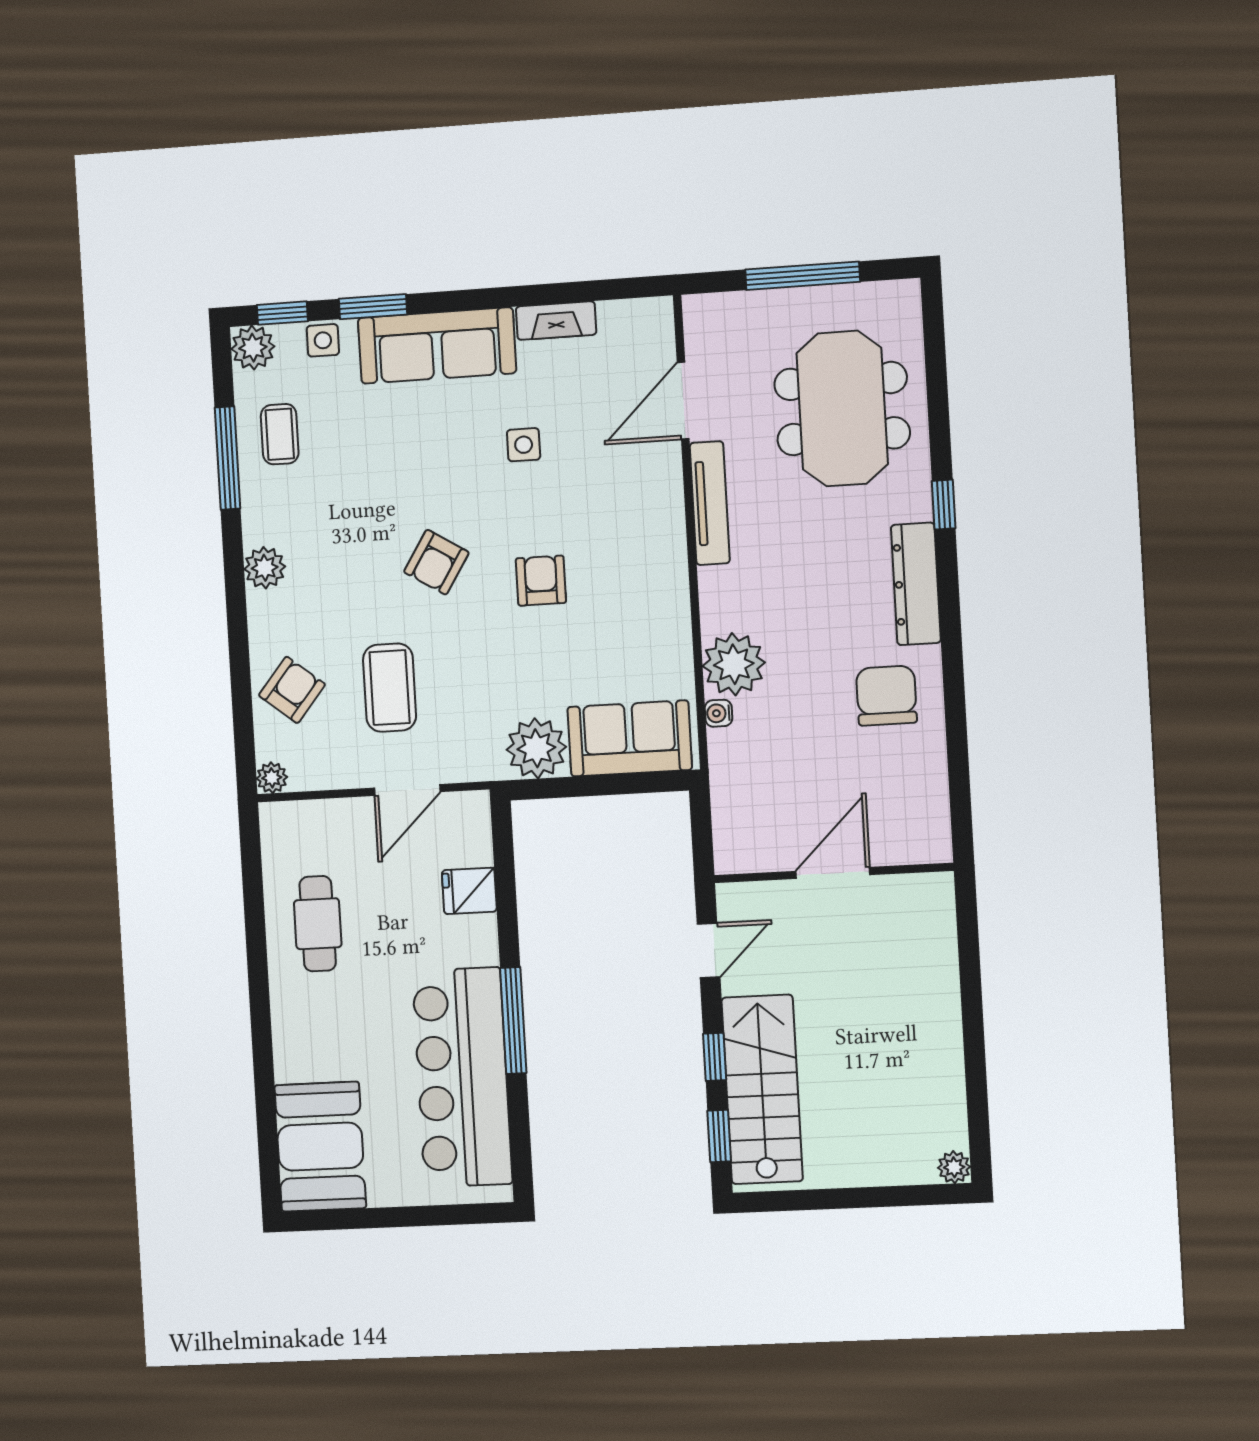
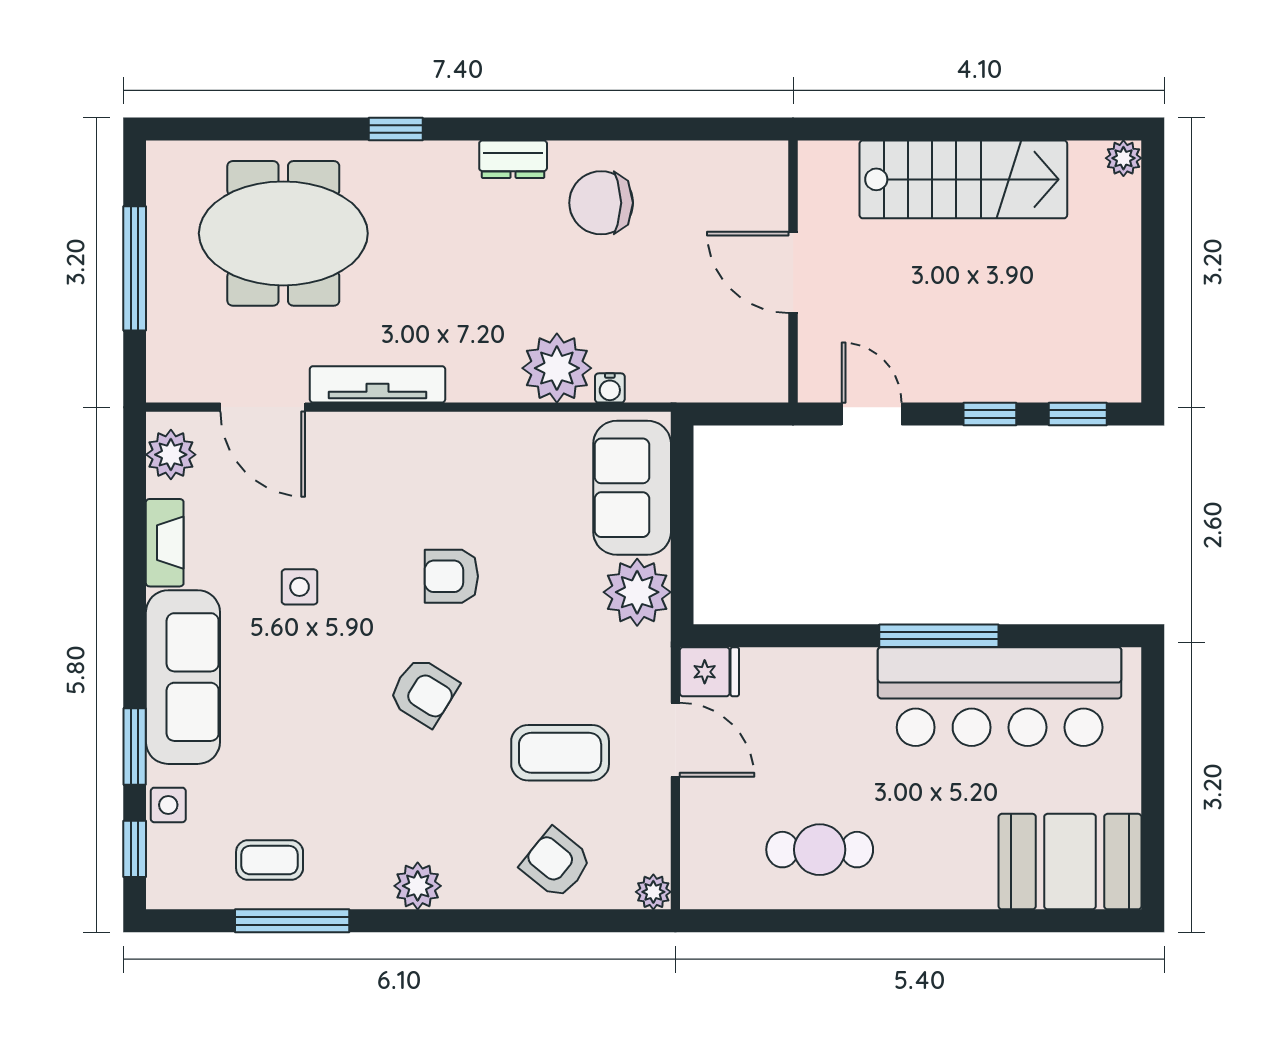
plant: (253, 348) -> (171, 455), moved
dresser: (916, 584) -> (513, 159), width x0.51, depth x0.80
fridge: (469, 891) -> (709, 672), moved, turned -90
stairs: (762, 1089) -> (963, 179), moved, turned 180

